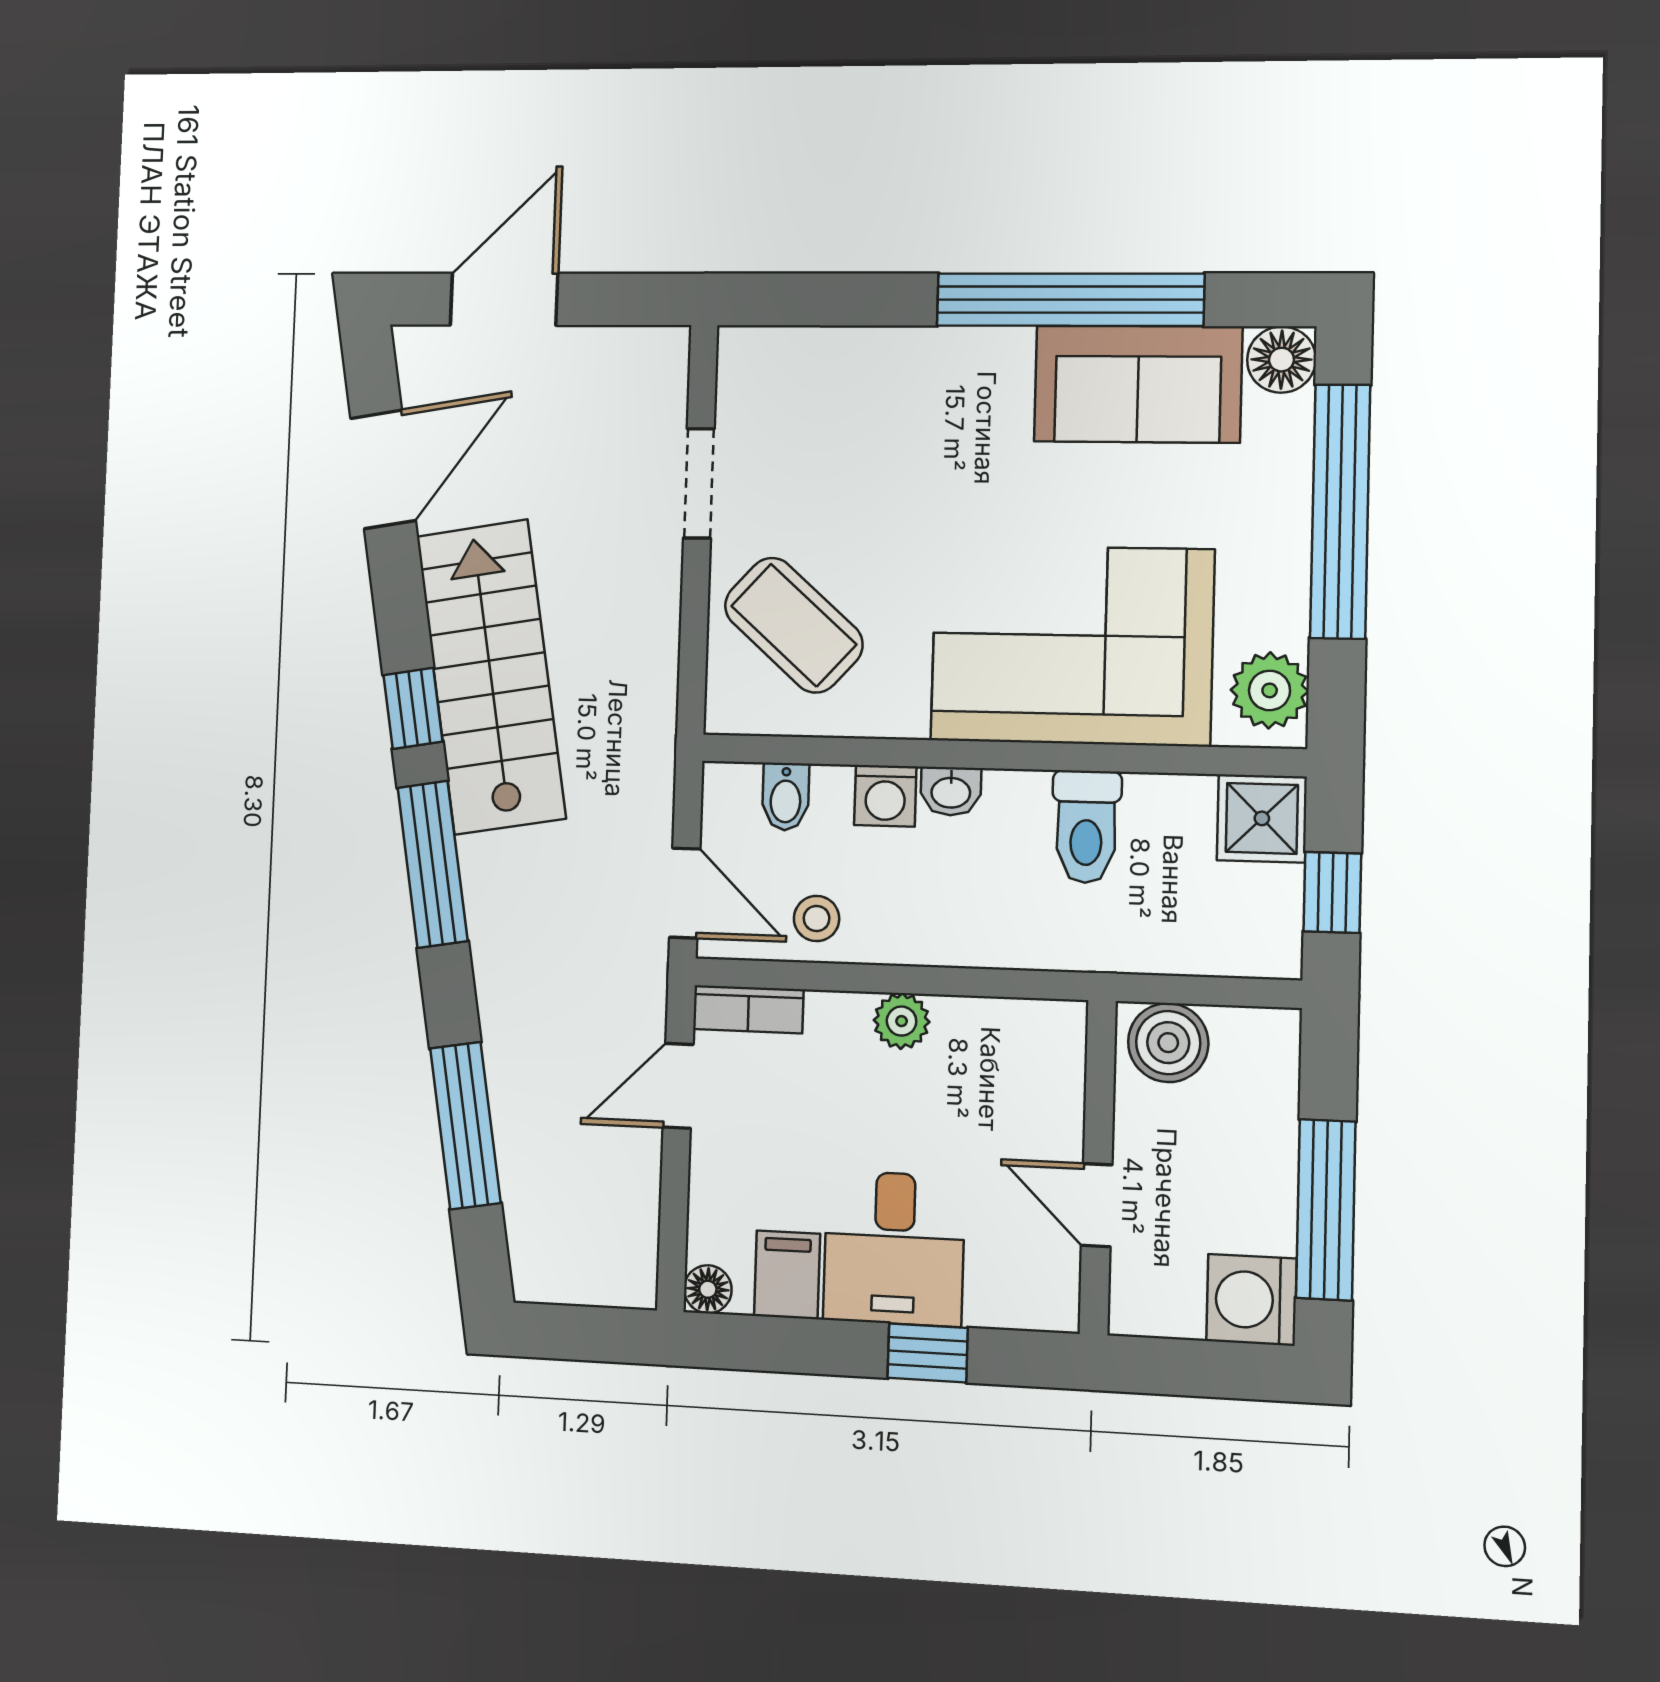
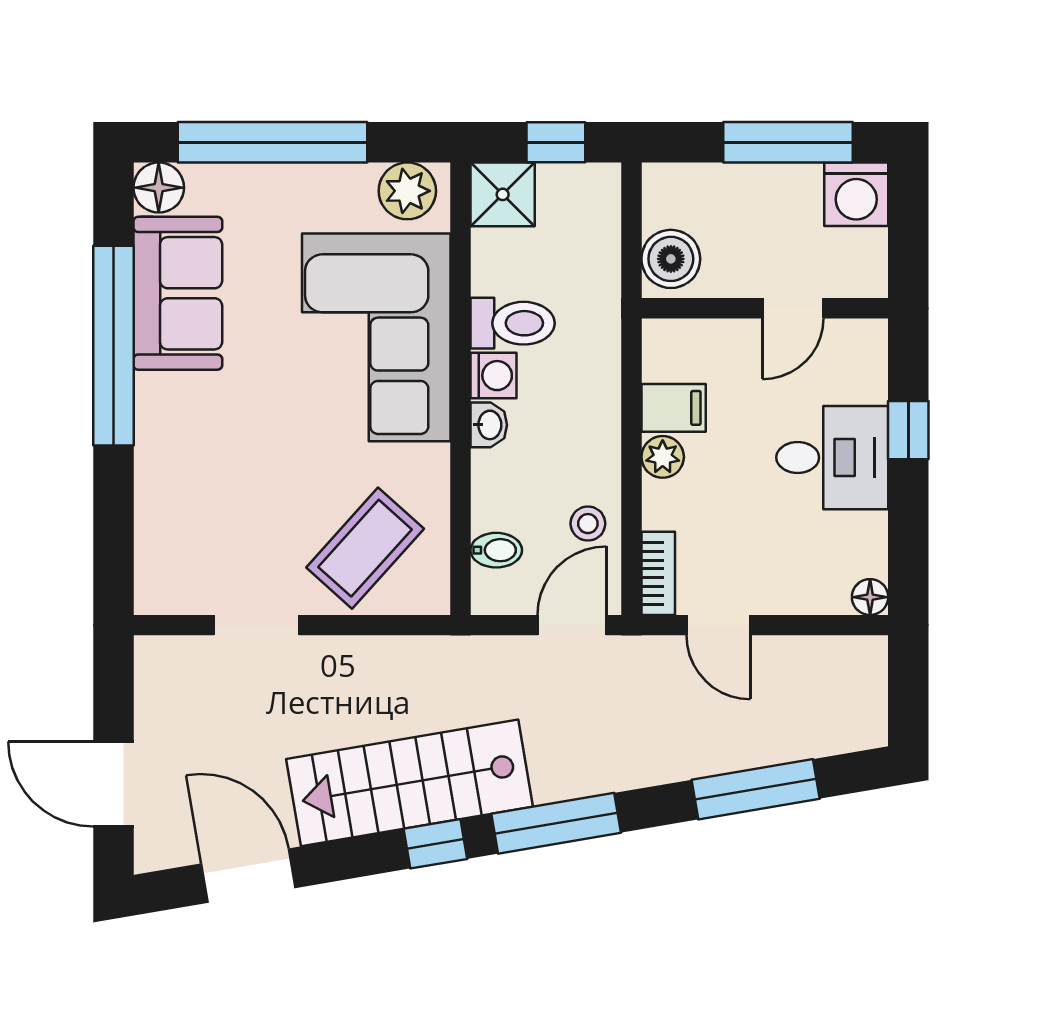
washing machine: (885, 796) -> (493, 376), moved
filing cabinet: (787, 1275) -> (674, 408), moved, turned 180

